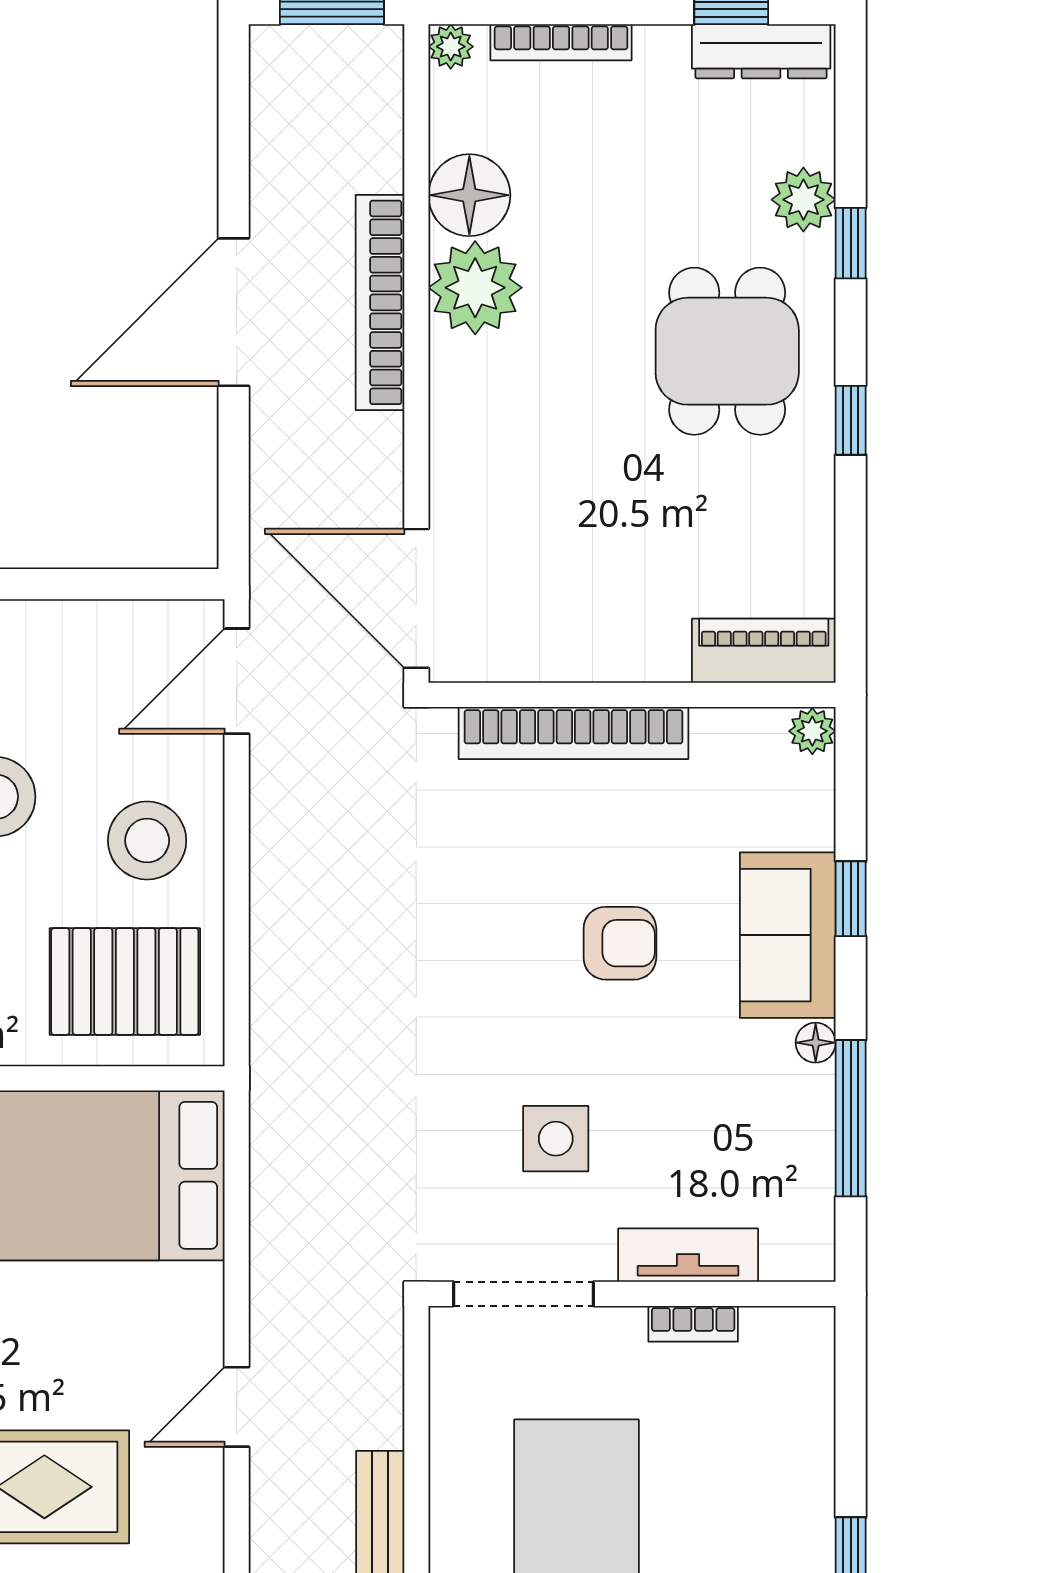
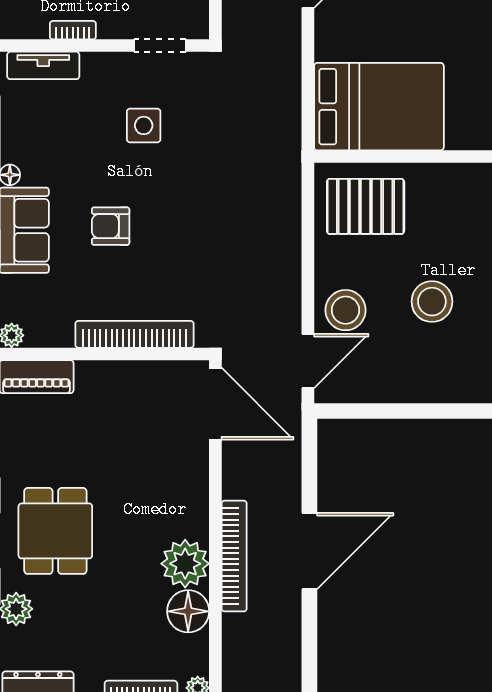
stool: (147, 841) -> (346, 310), moved
tv unit: (688, 1255) -> (43, 65), moved
doorway: (524, 1294) -> (160, 46), width x0.73

